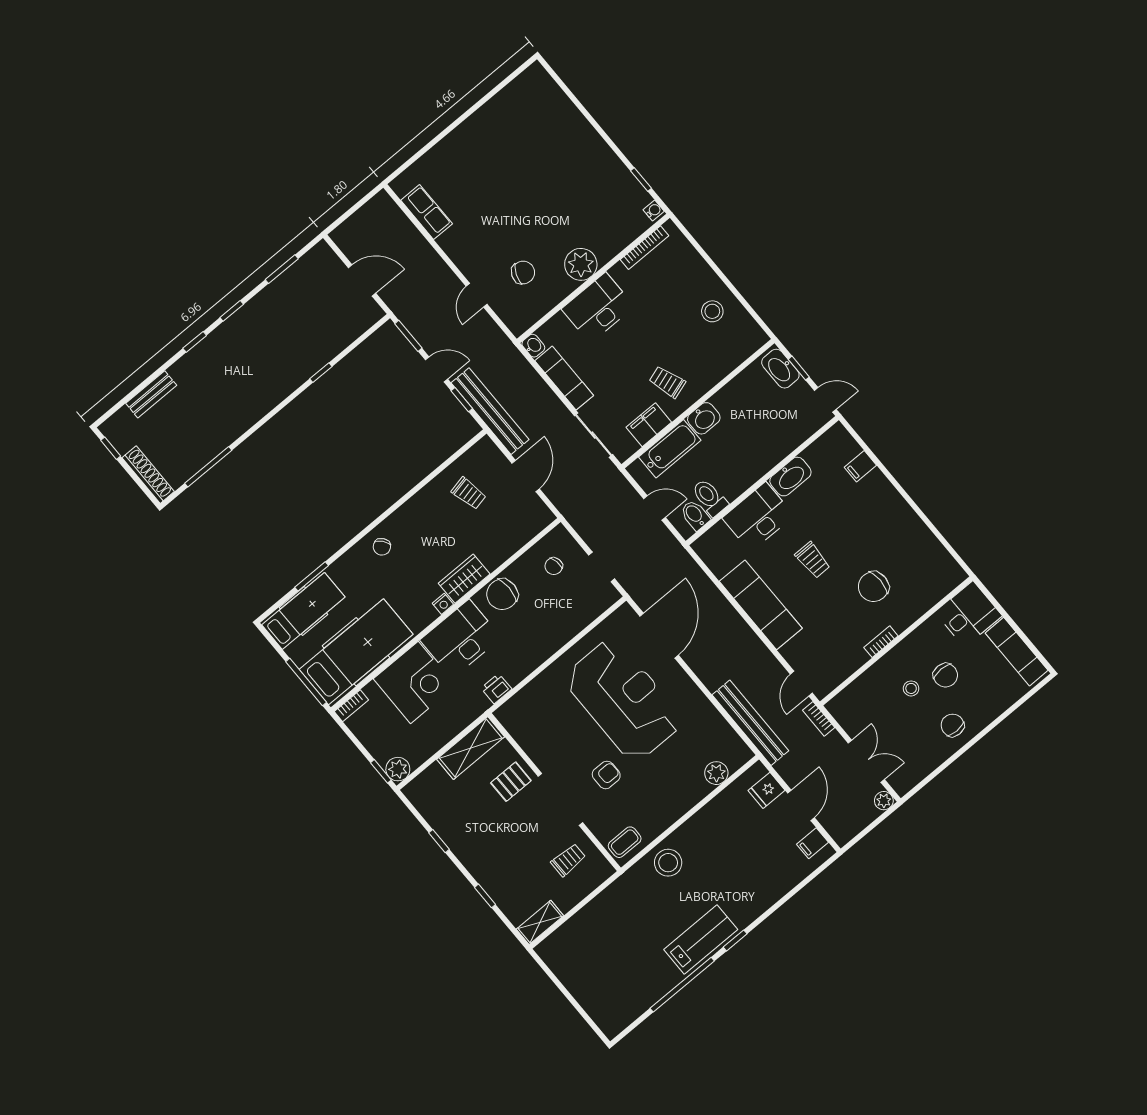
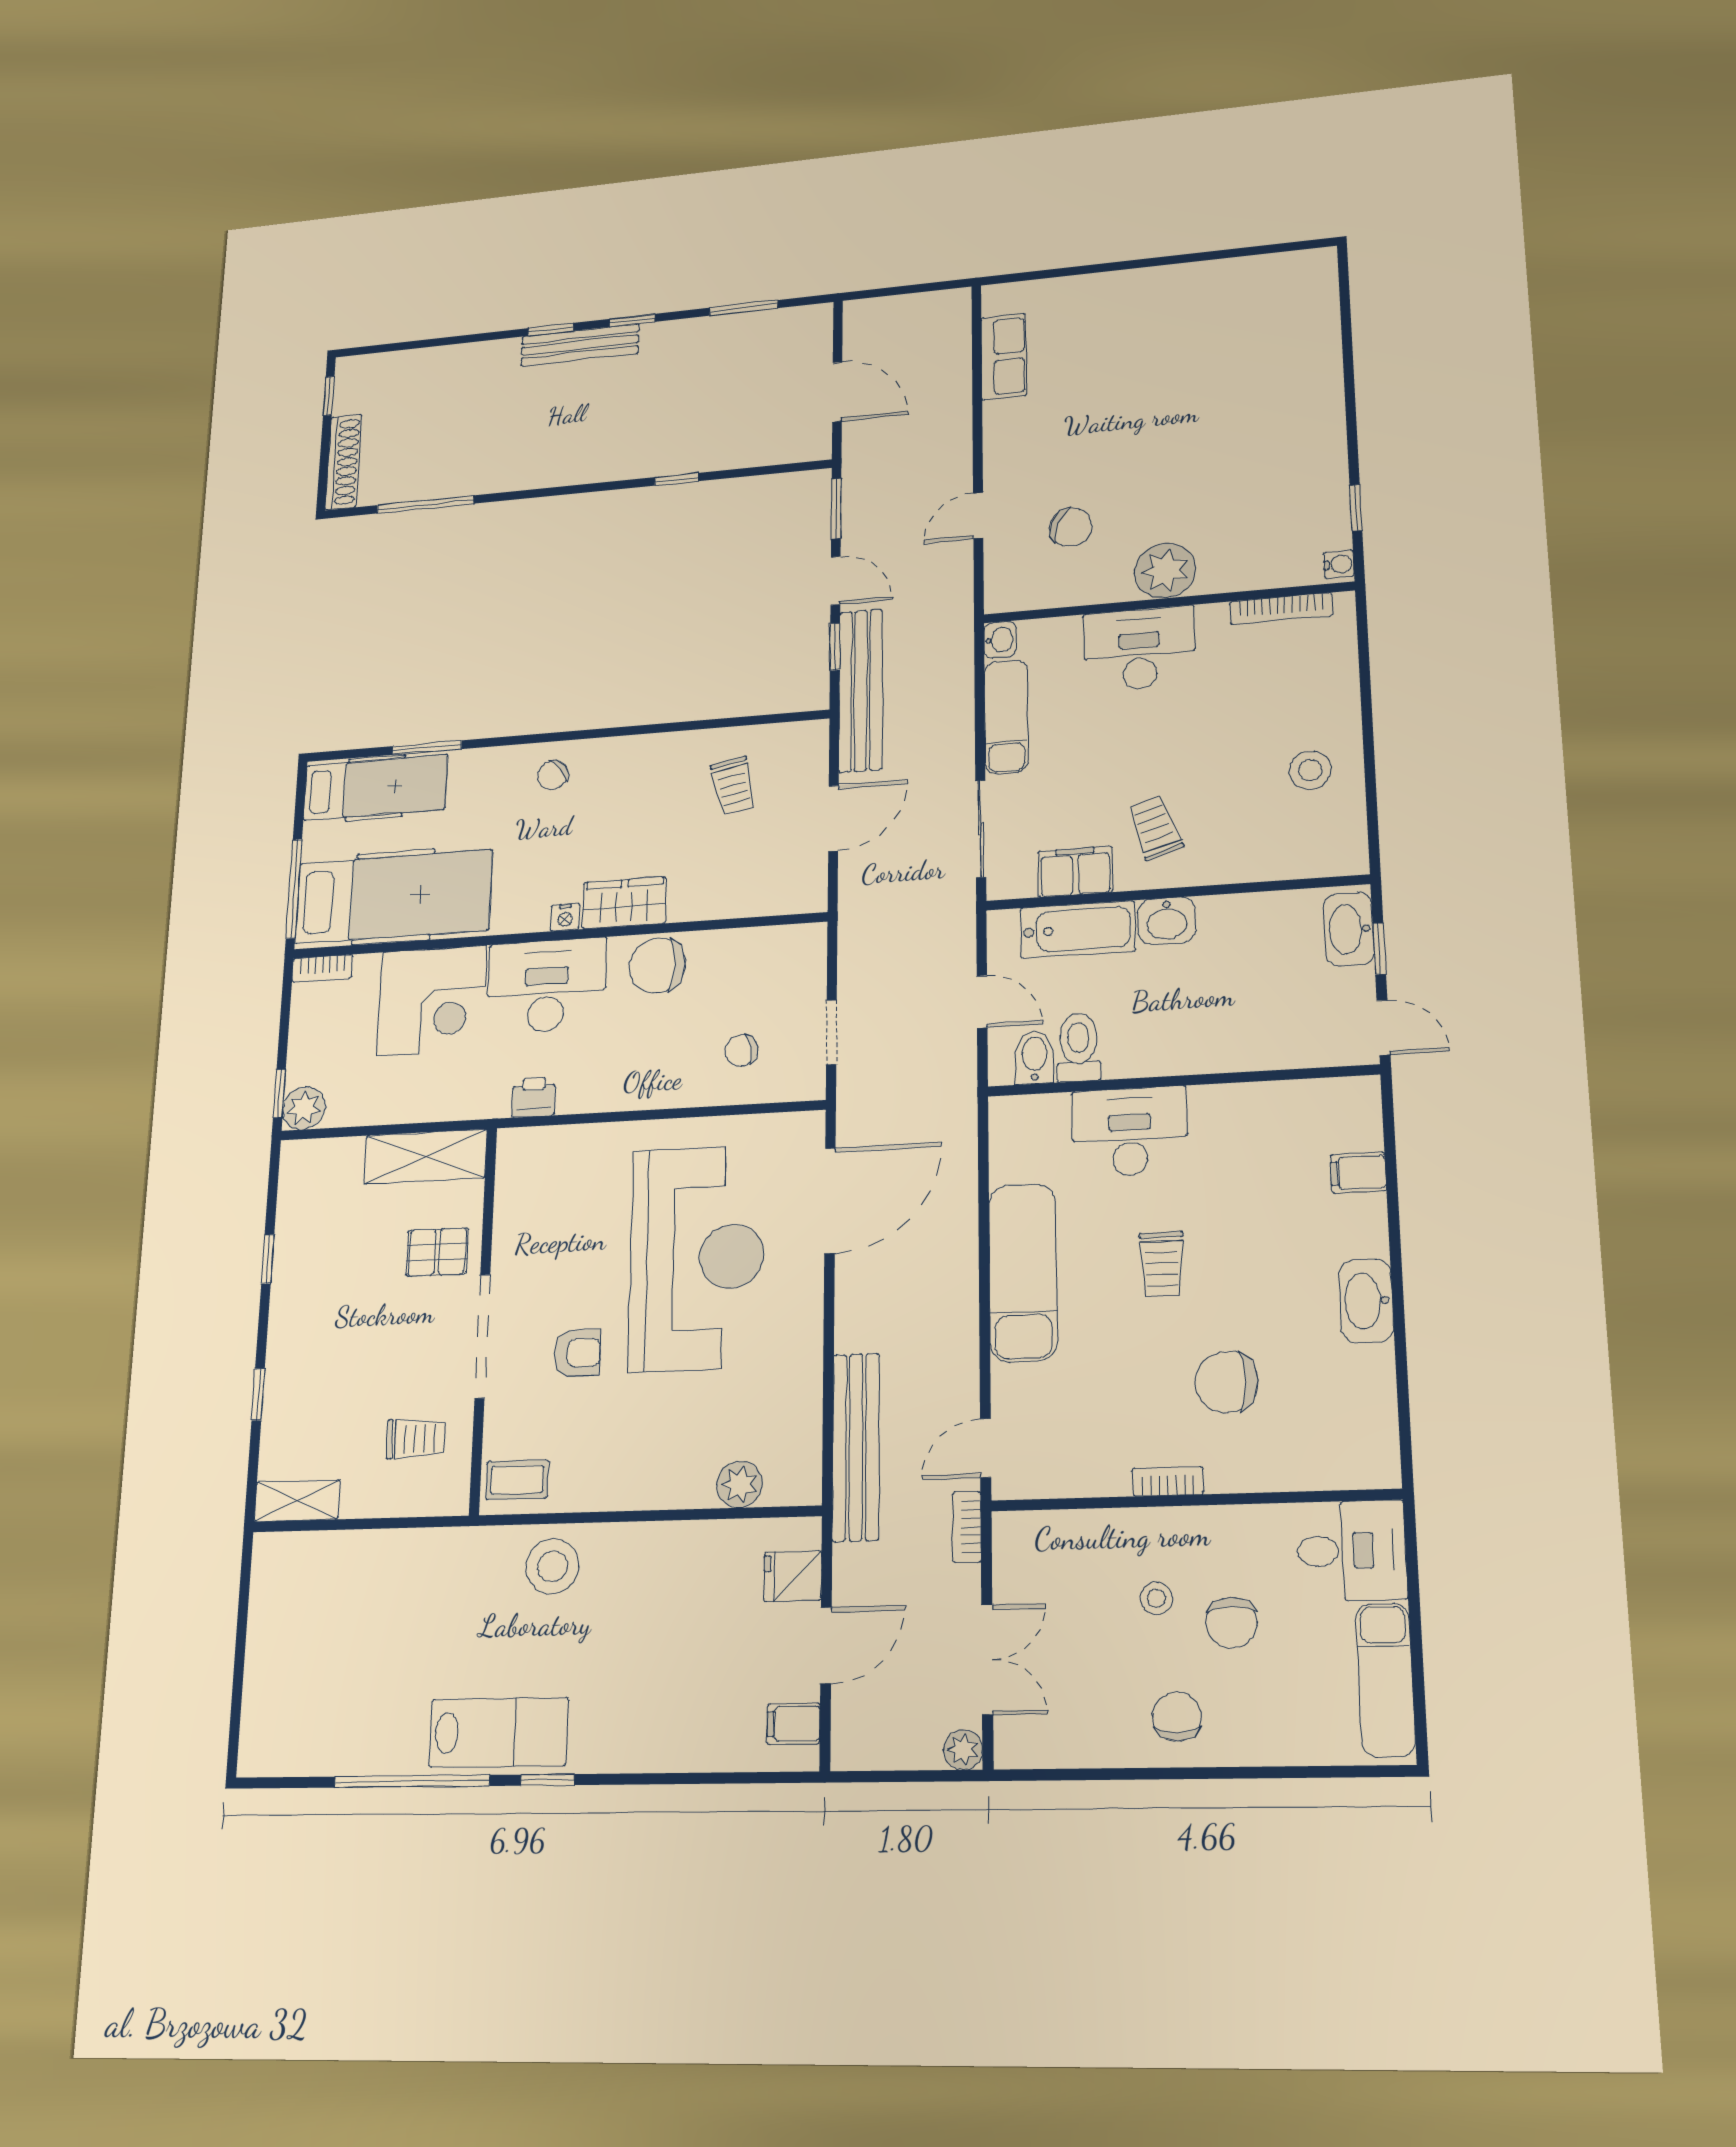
bench: (151, 394) -> (580, 345), moved, width x1.36
washbasin: (790, 477) -> (1366, 1301), moved, turned 90
chair: (554, 566) -> (741, 1050), moved

